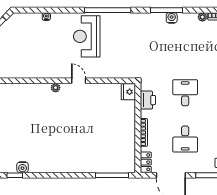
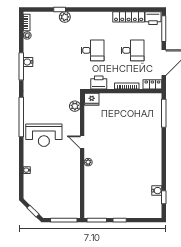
plant: (120, 72) -> (75, 106), added
door: (79, 81) -> (82, 142), hinge flipped
desk: (185, 93) -> (92, 50), turned 180

